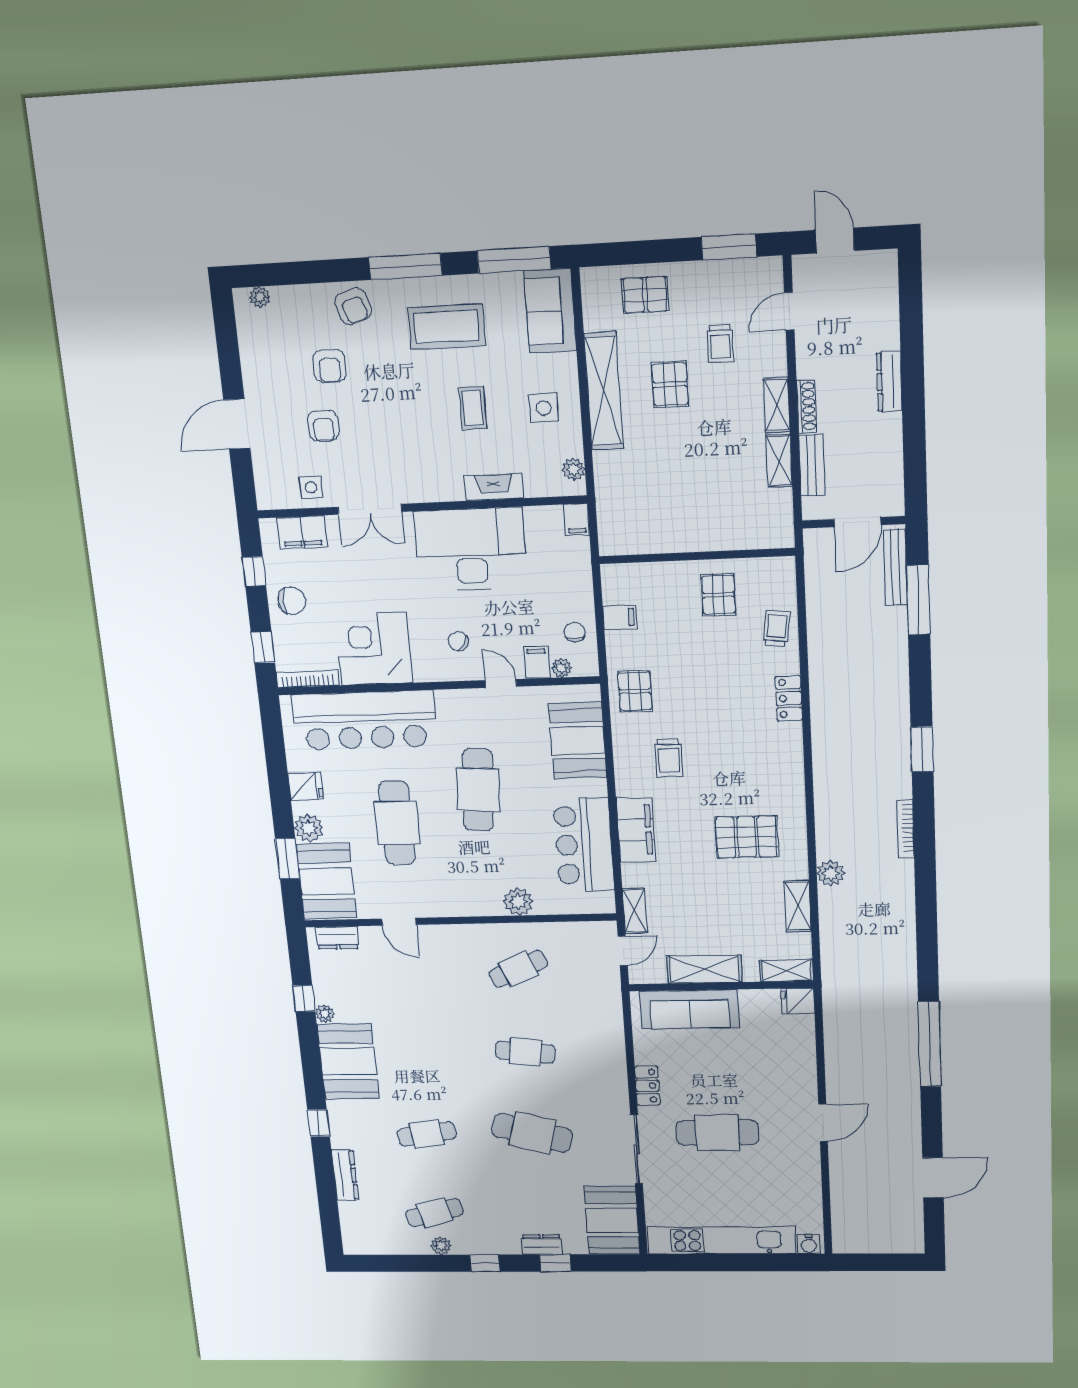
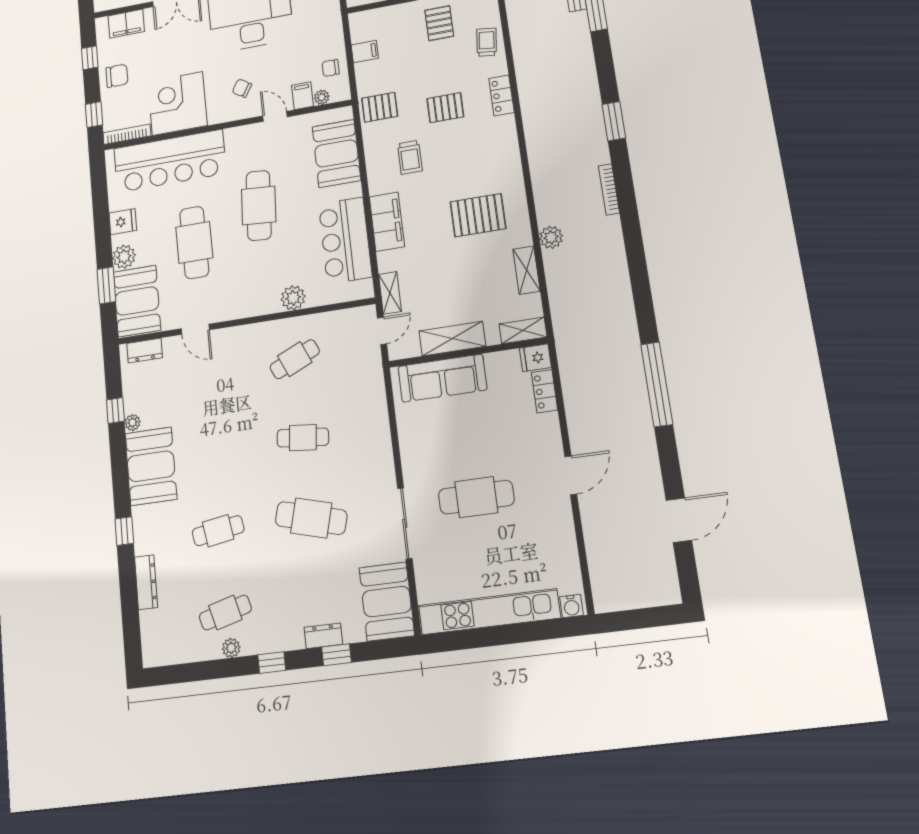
chair: (574, 632) -> (331, 68), turned -90
pallet: (635, 691) -> (380, 107), turned 90
pallet: (717, 703) -> (445, 108), added
locker: (647, 1086) -> (544, 391), moved, turned 180

